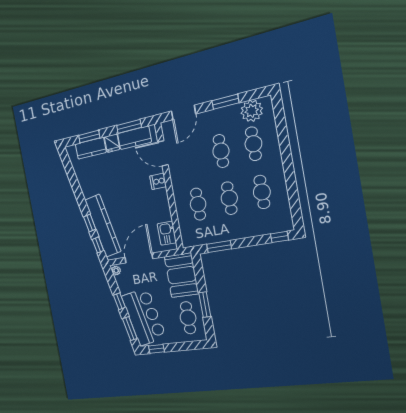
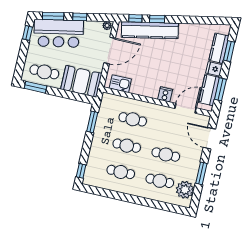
door: (139, 258) -> (110, 51), hinge flipped
window: (205, 305) -> (36, 87), moved

